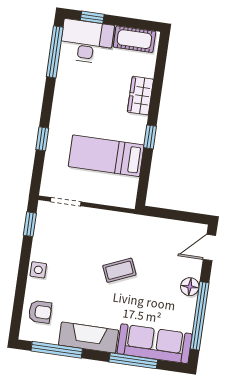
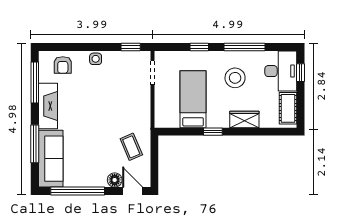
window: (55, 52) -> (244, 47), moved
stool: (87, 100) -> (235, 78), added
coffee table: (119, 270) -> (131, 147), moved
floor lamp: (190, 287) -> (115, 180), moved

